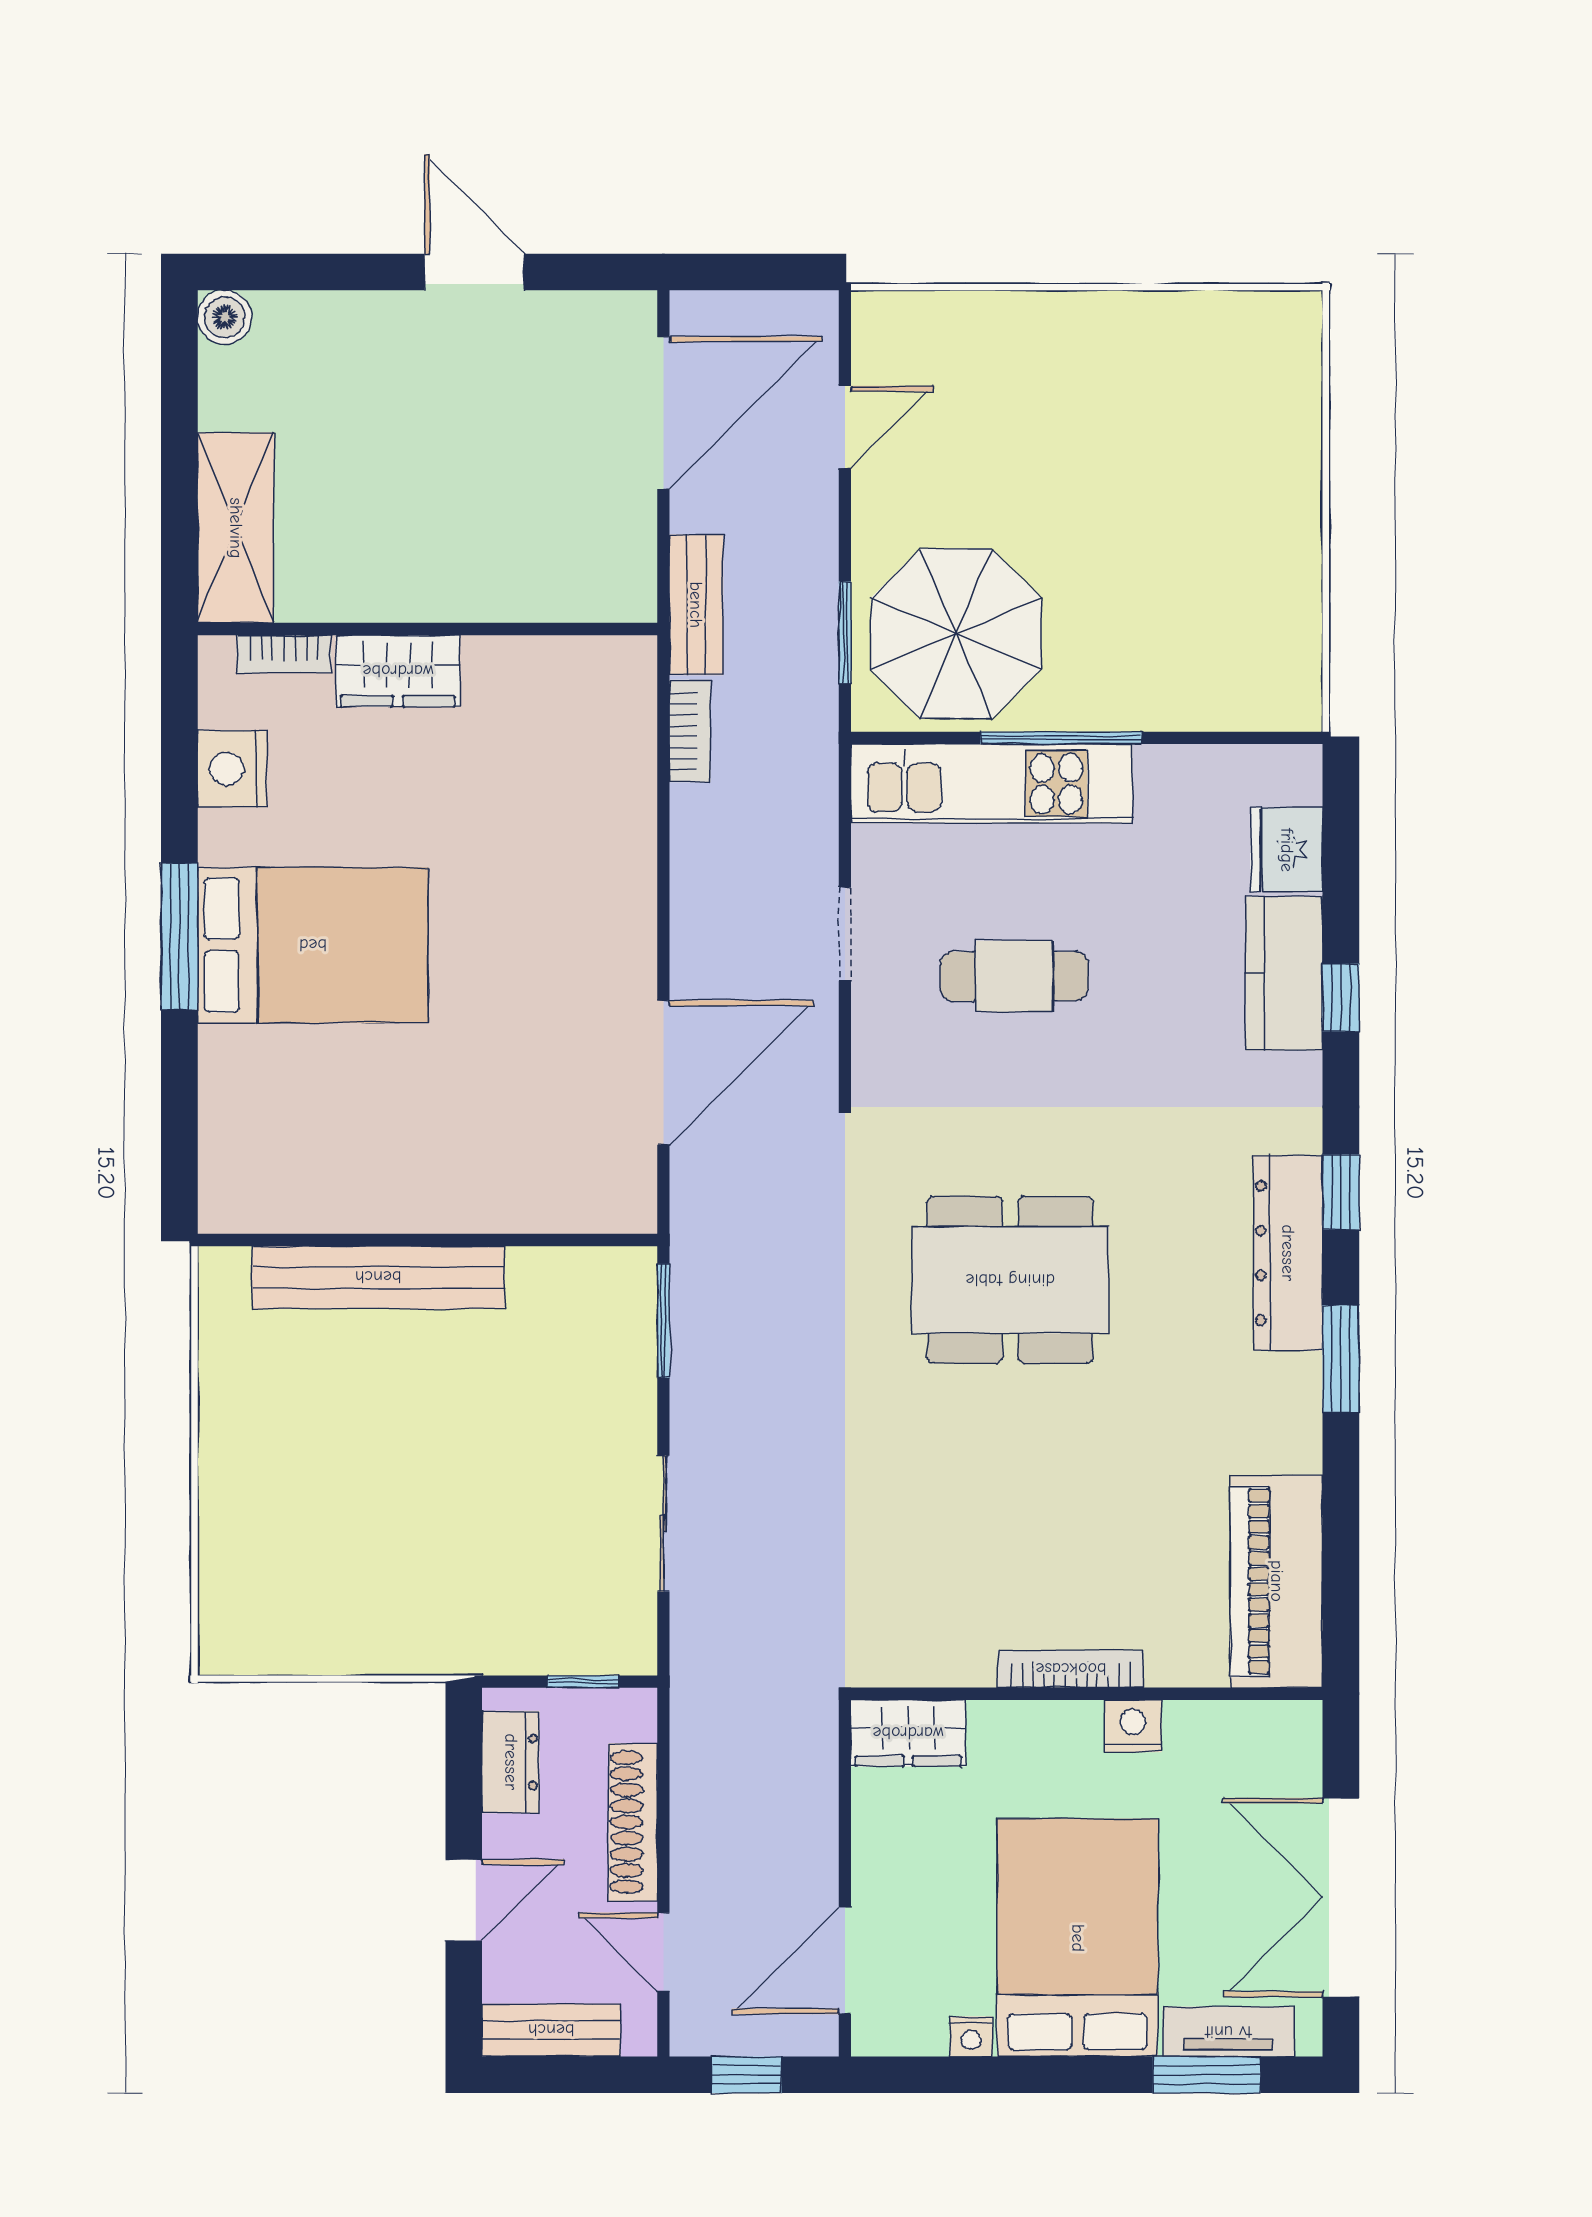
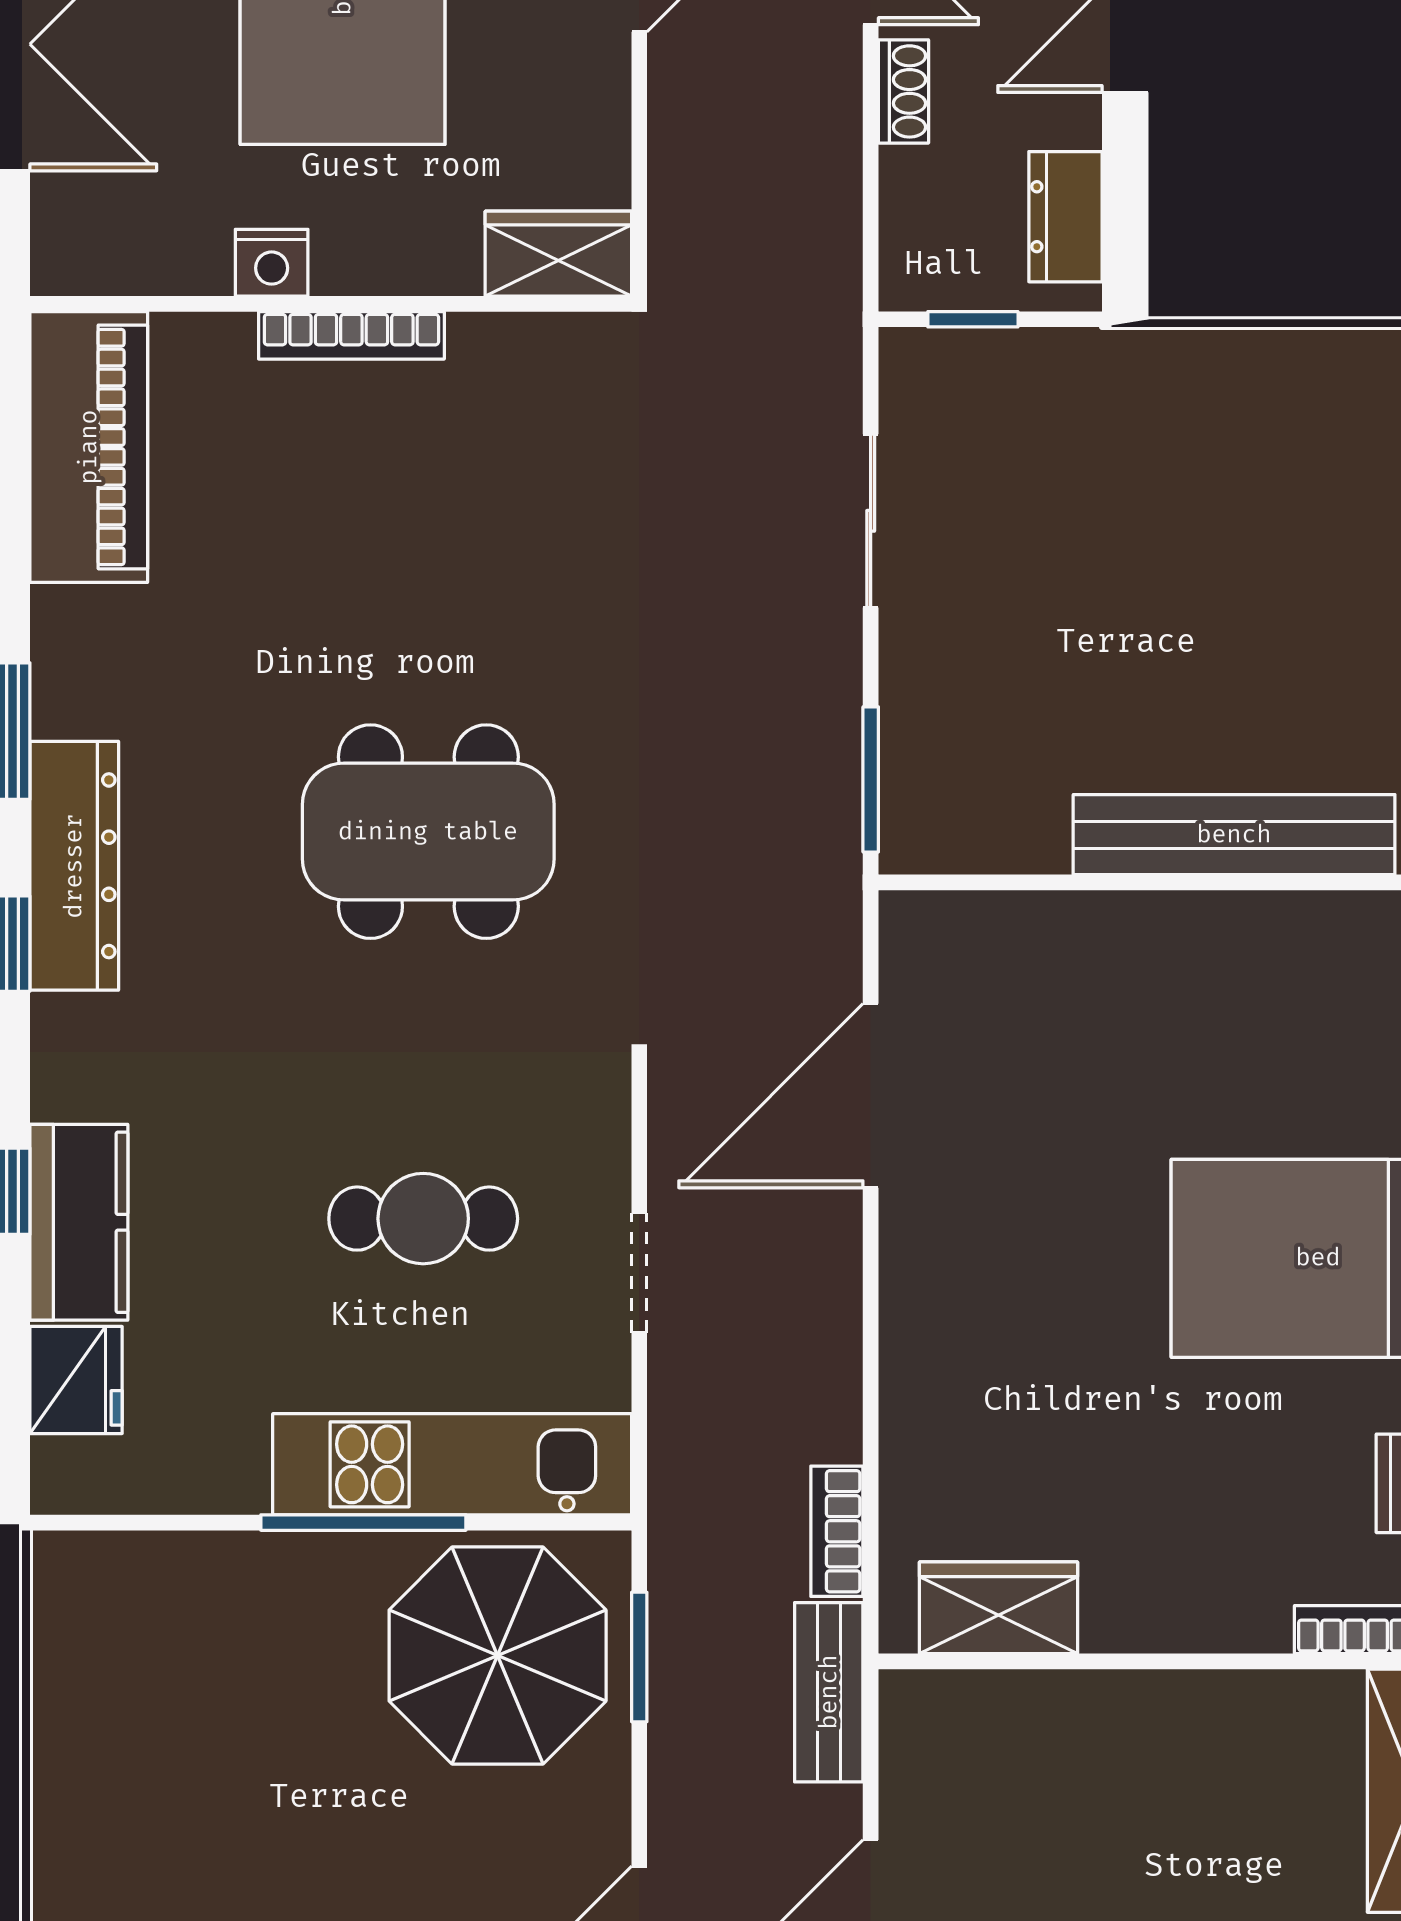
wardrobe: (398, 671) -> (999, 1608), moved
shoe rack: (633, 1822) -> (903, 91), width x0.51, depth x0.81

